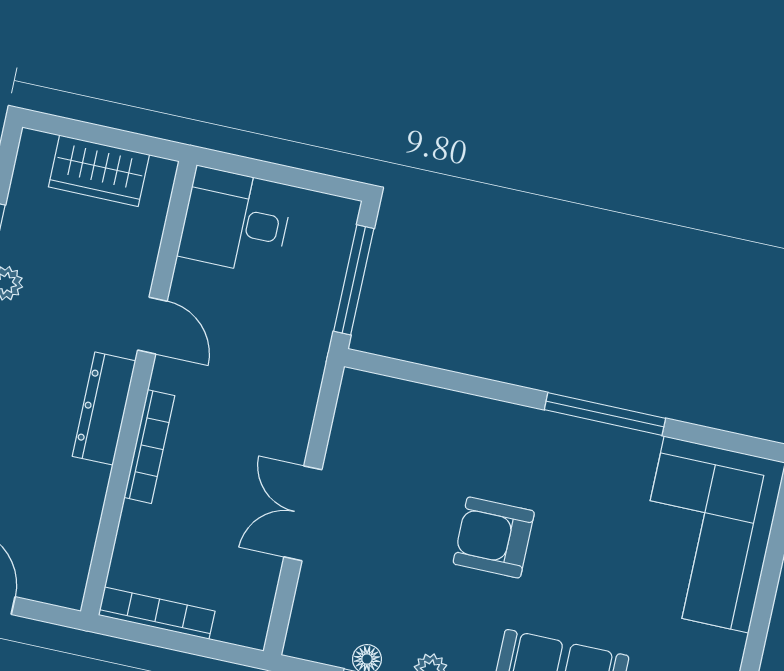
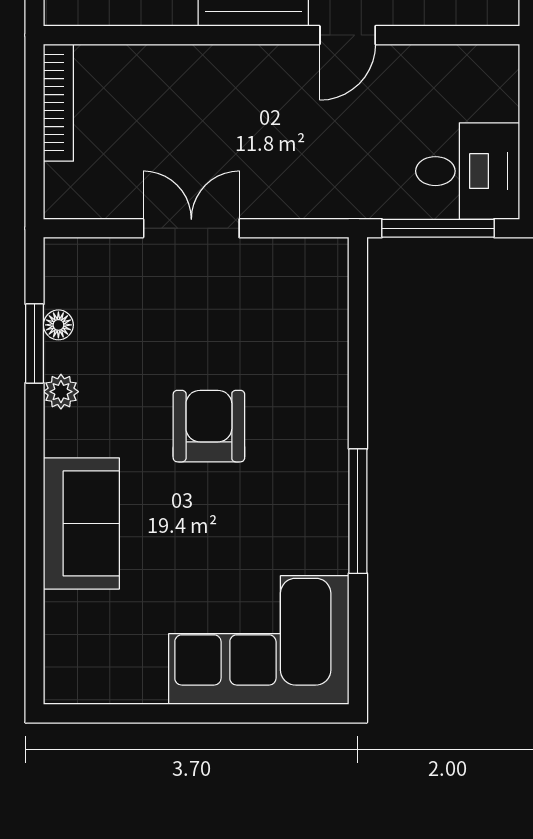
desk: (236, 221) -> (468, 171), moved, turned 90
bookcase: (149, 447) -> (225, 59), removed

